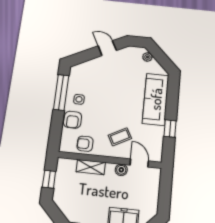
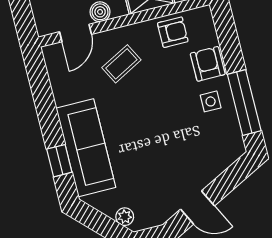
window: (170, 129) -> (59, 161), moved
door: (139, 163) -> (76, 33), hinge flipped

